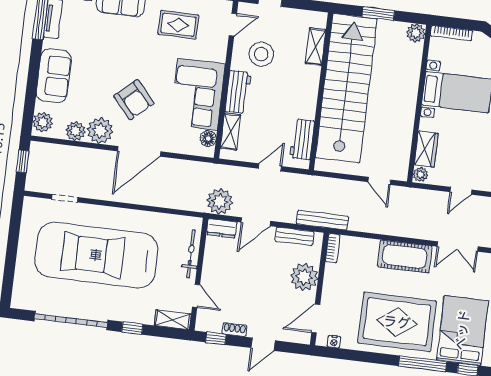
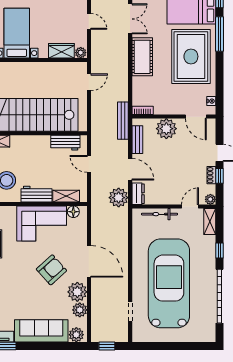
sofa: (54, 76) -> (41, 331), width x1.36
car: (96, 255) -> (169, 283), turned 180
plant: (202, 324) -> (210, 199), added
window: (216, 338) -> (219, 176), moved

